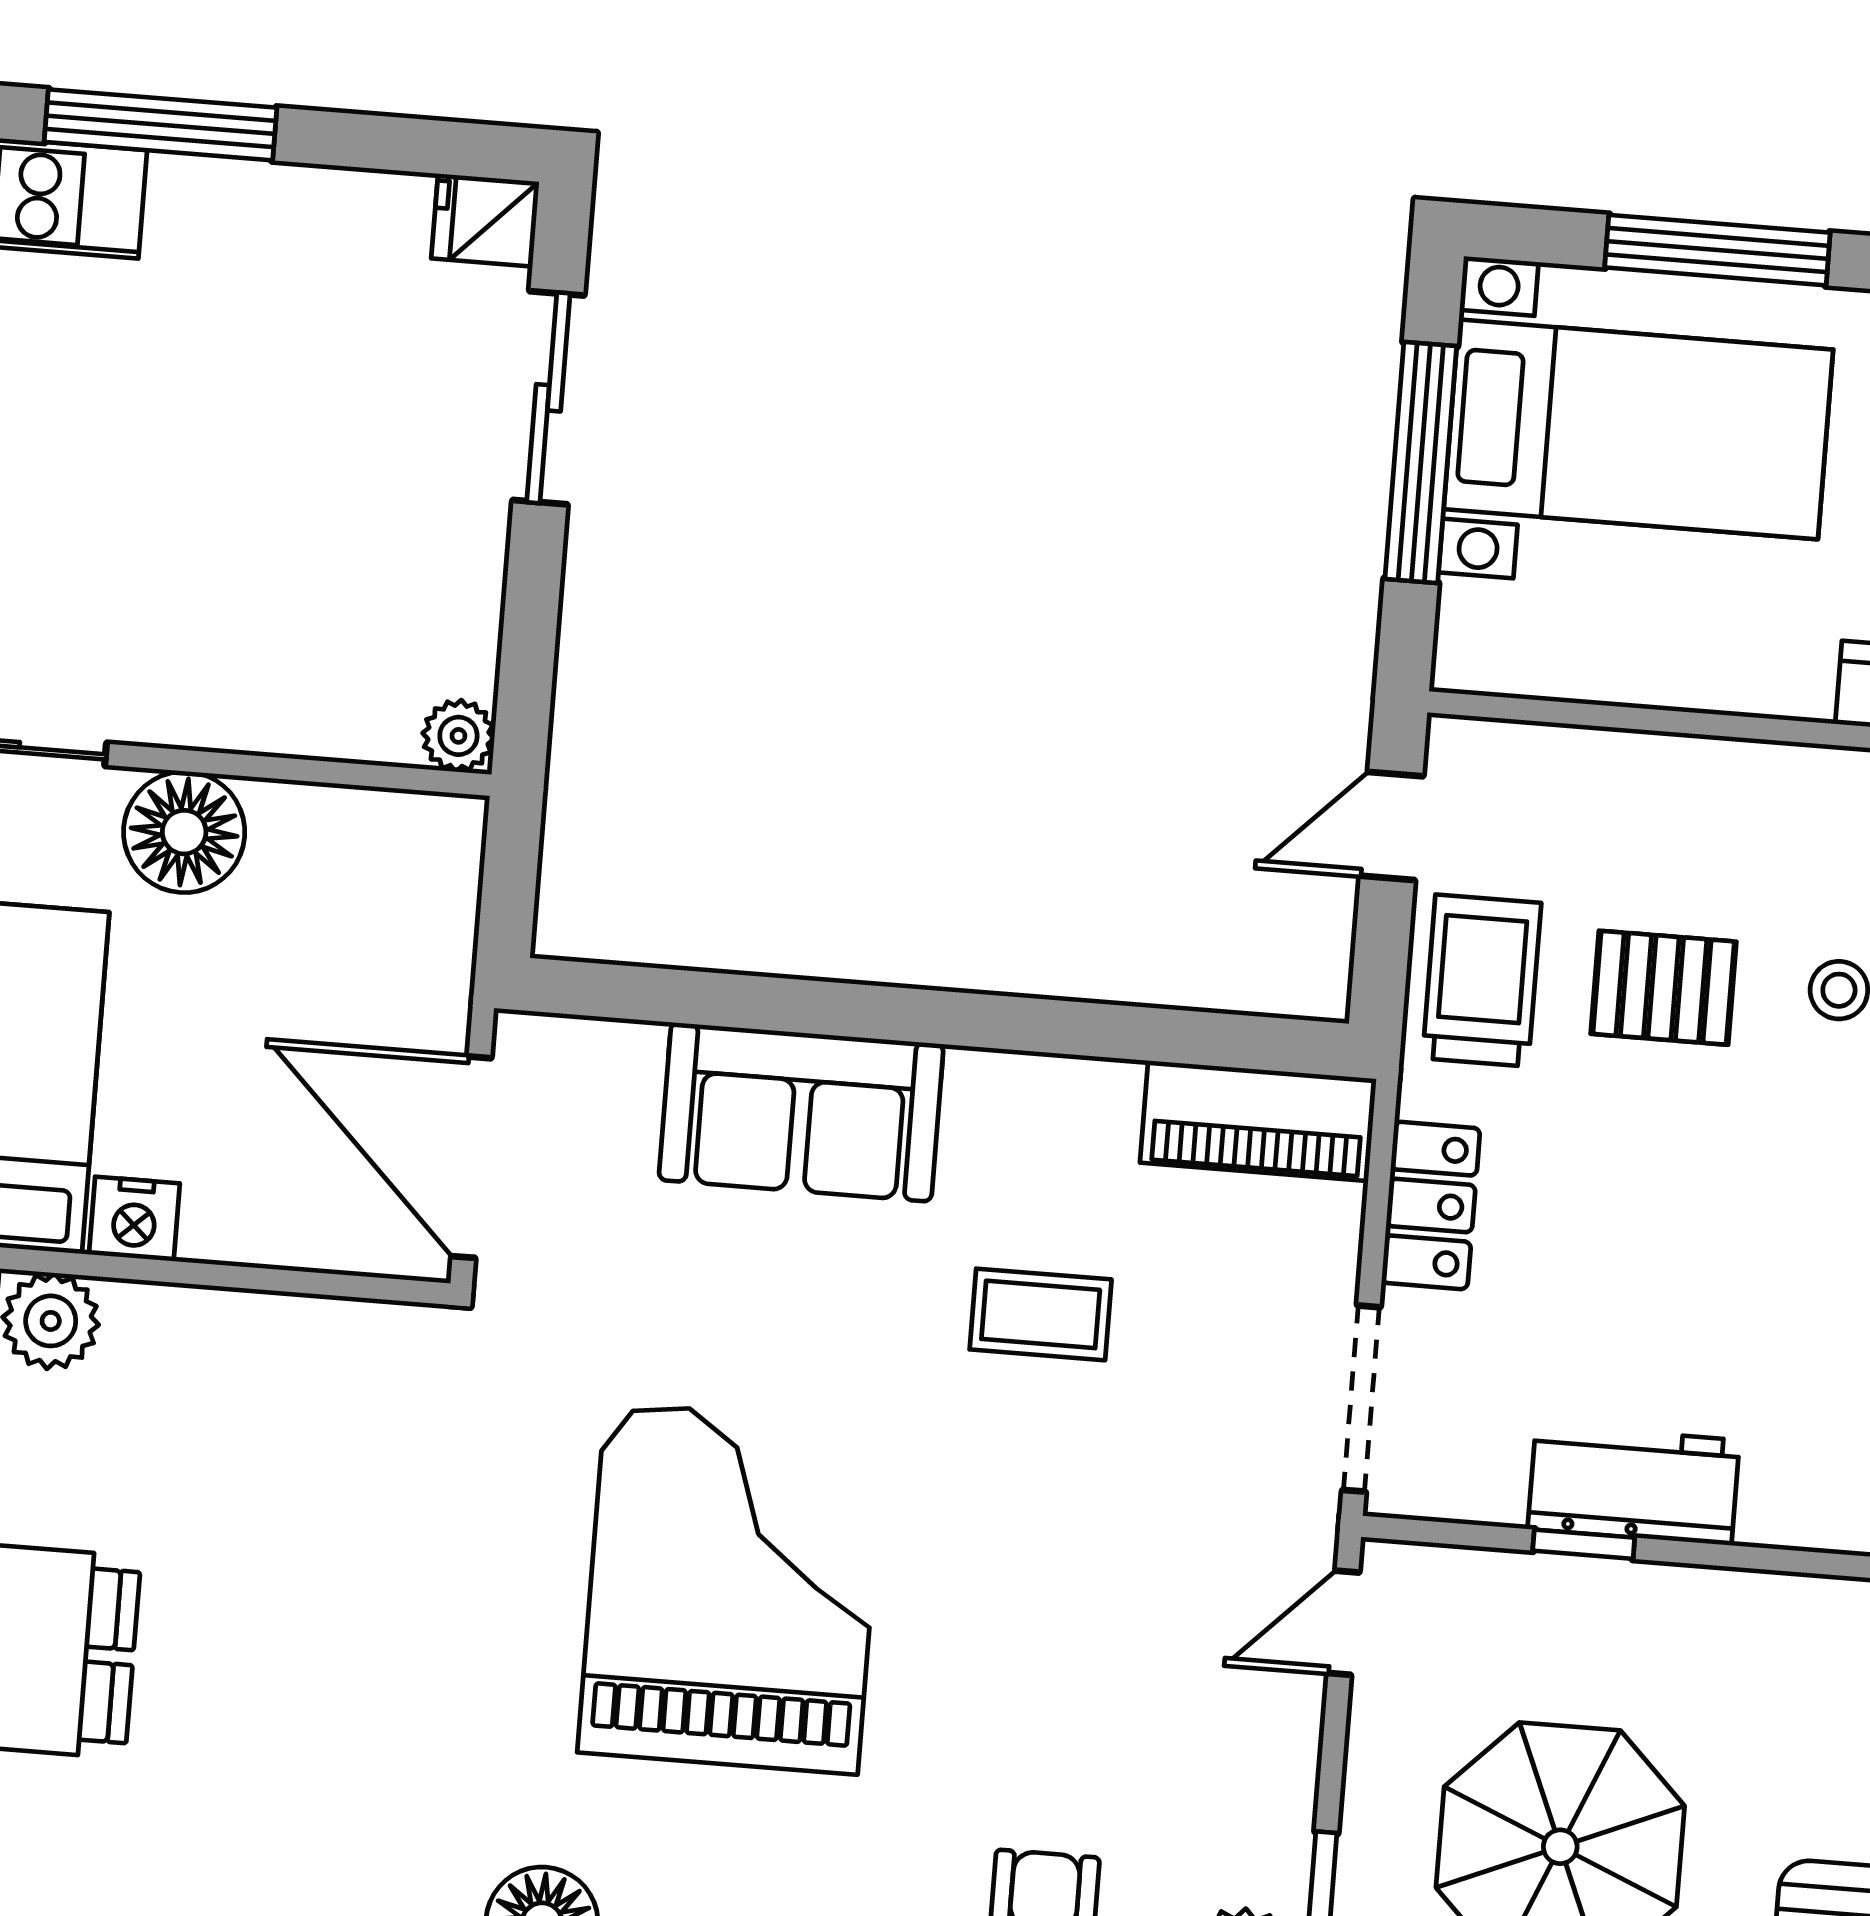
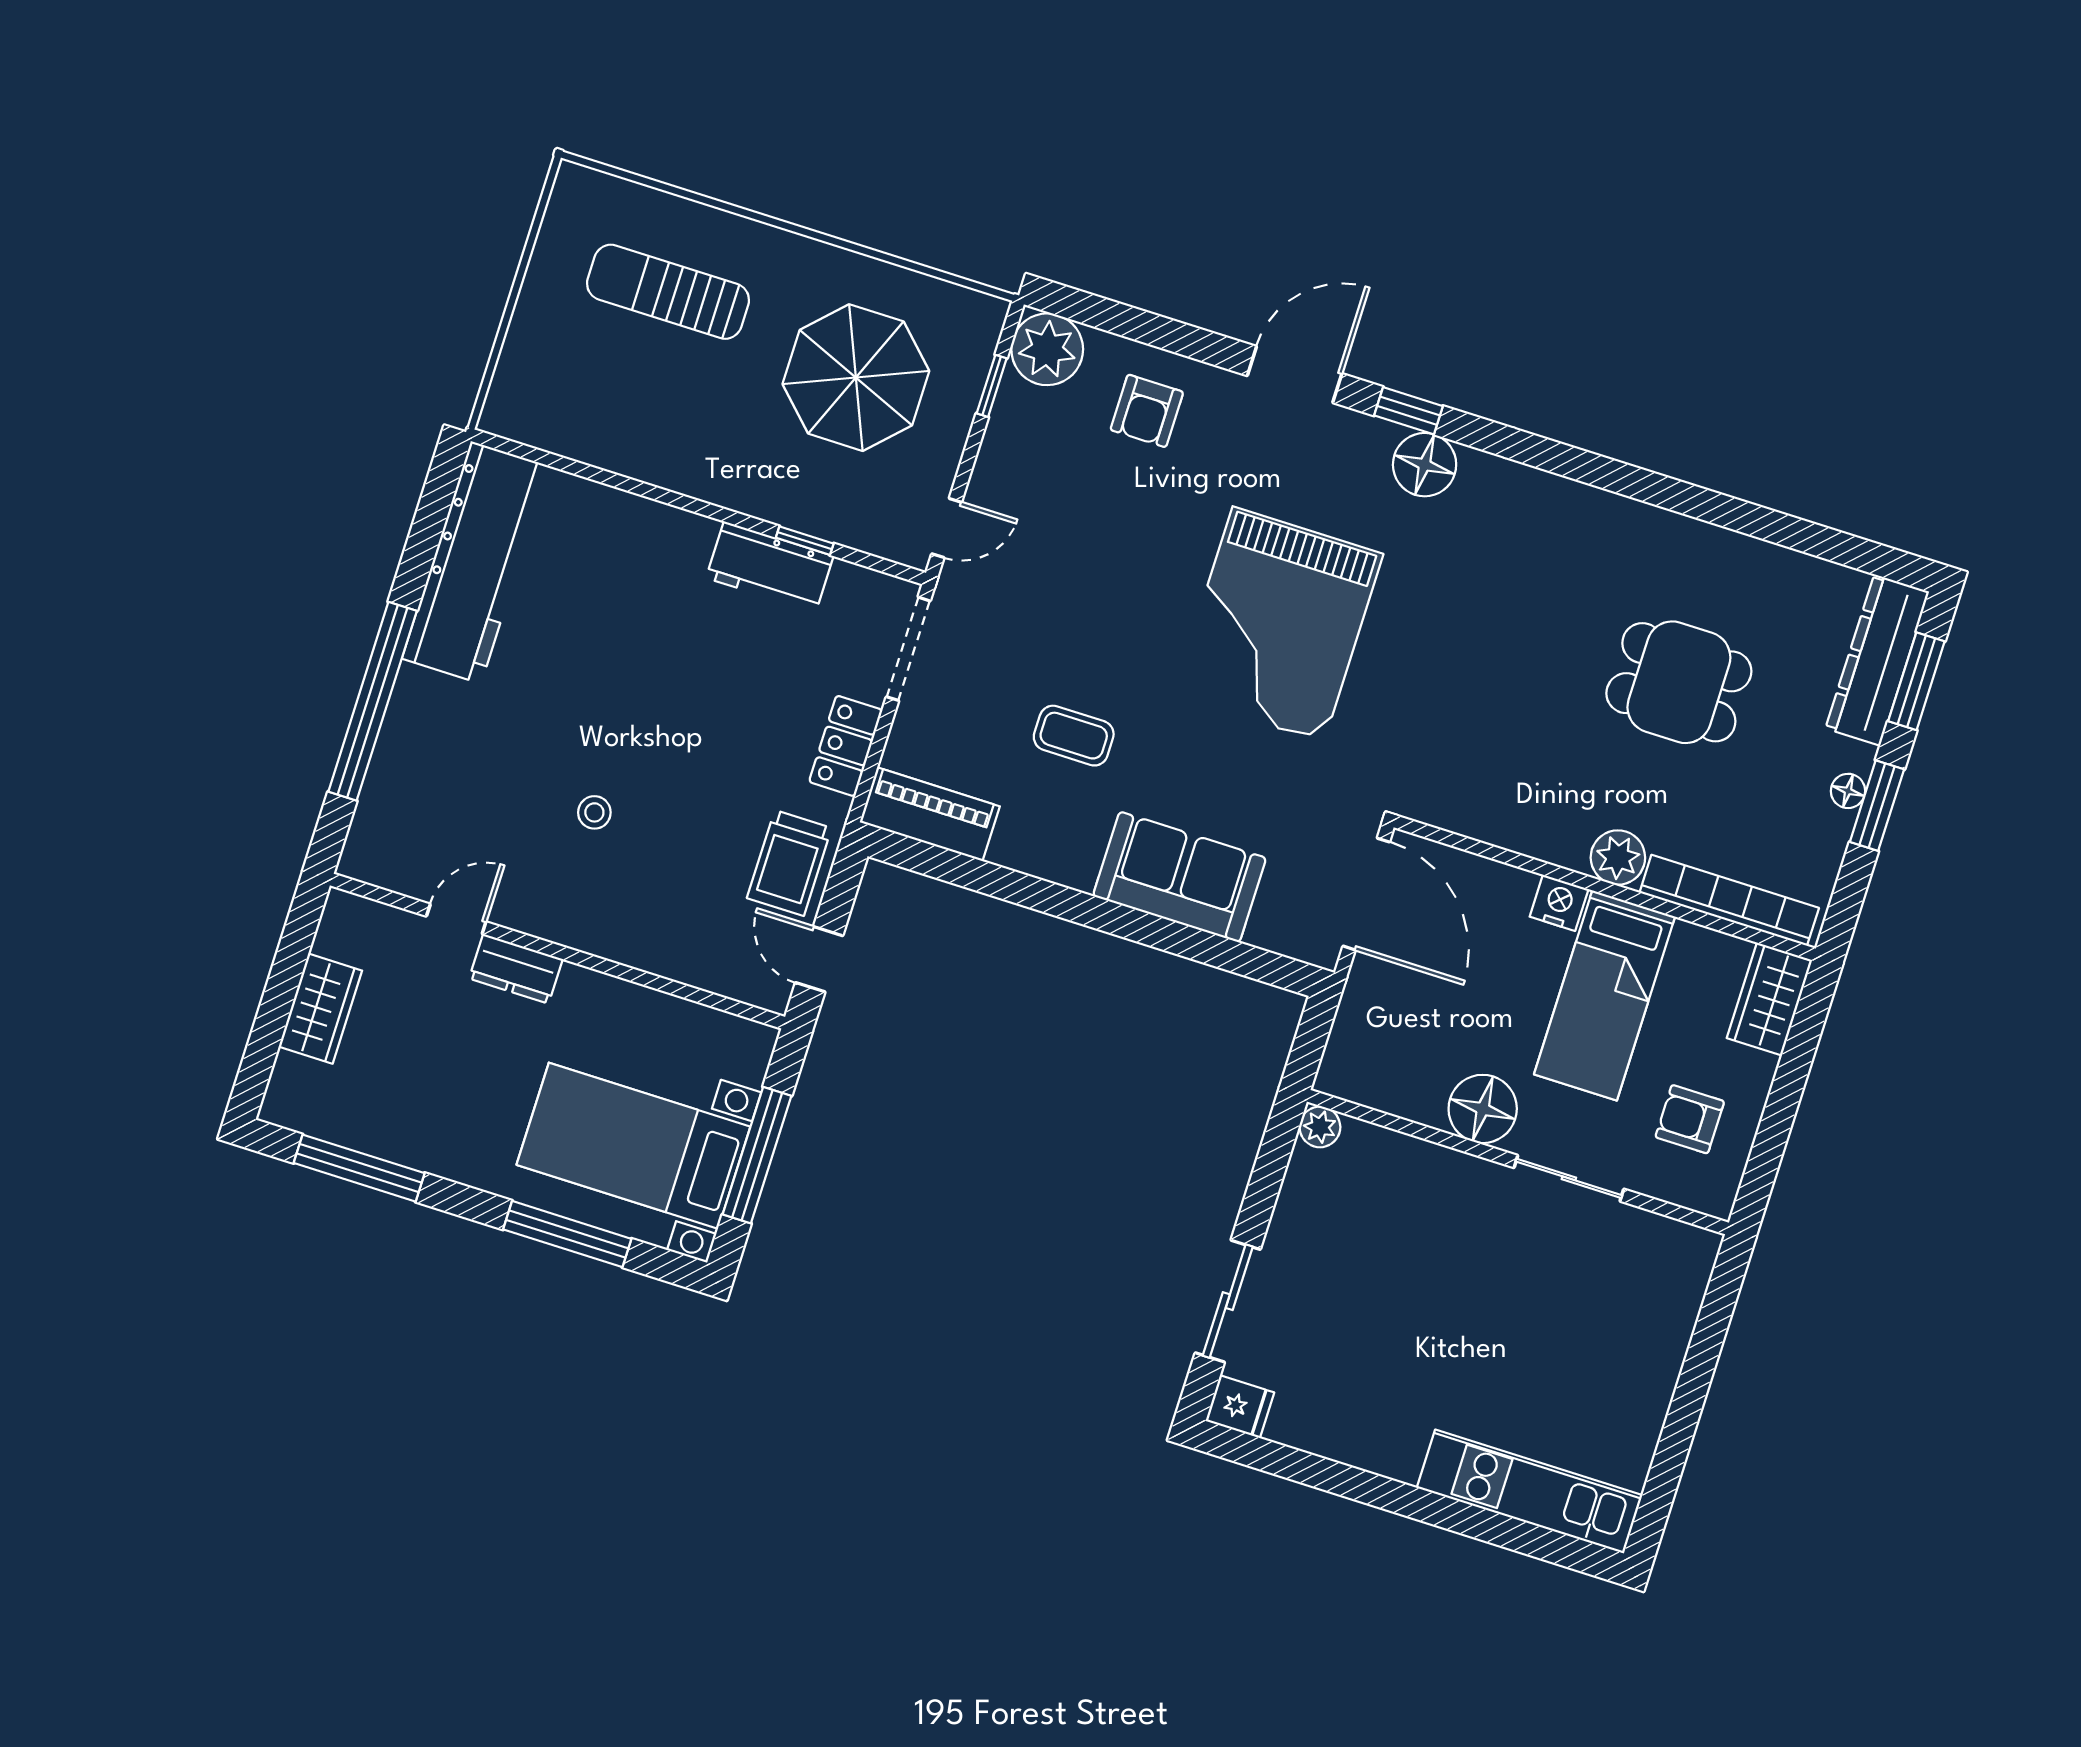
window: (161, 125) -> (1406, 1500), removed
door: (1392, 826) -> (819, 959), swing flipped
pallet: (1664, 988) -> (690, 836), removed

